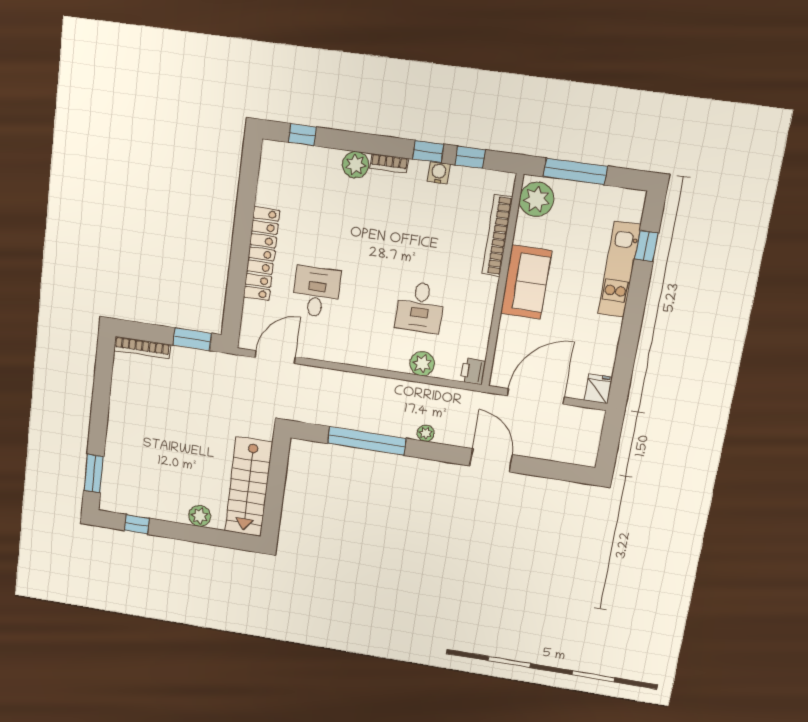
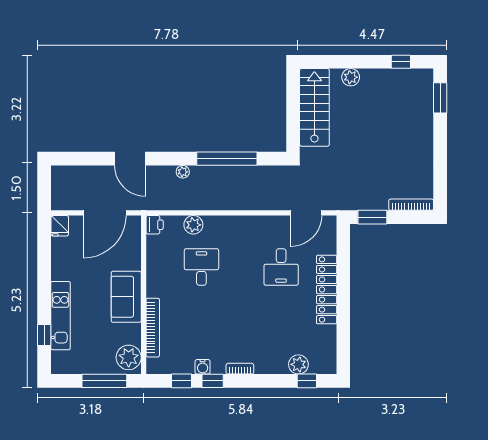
plant: (355, 165) -> (298, 364), moved

